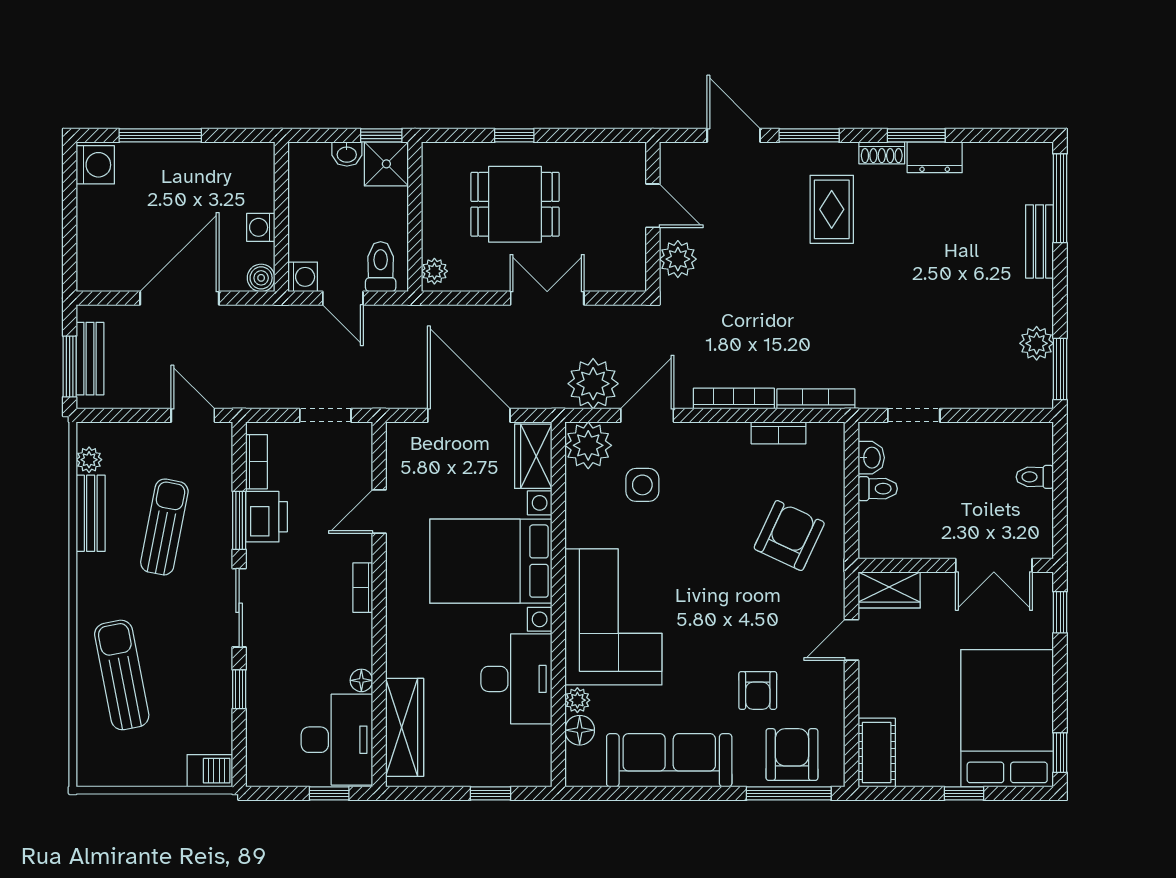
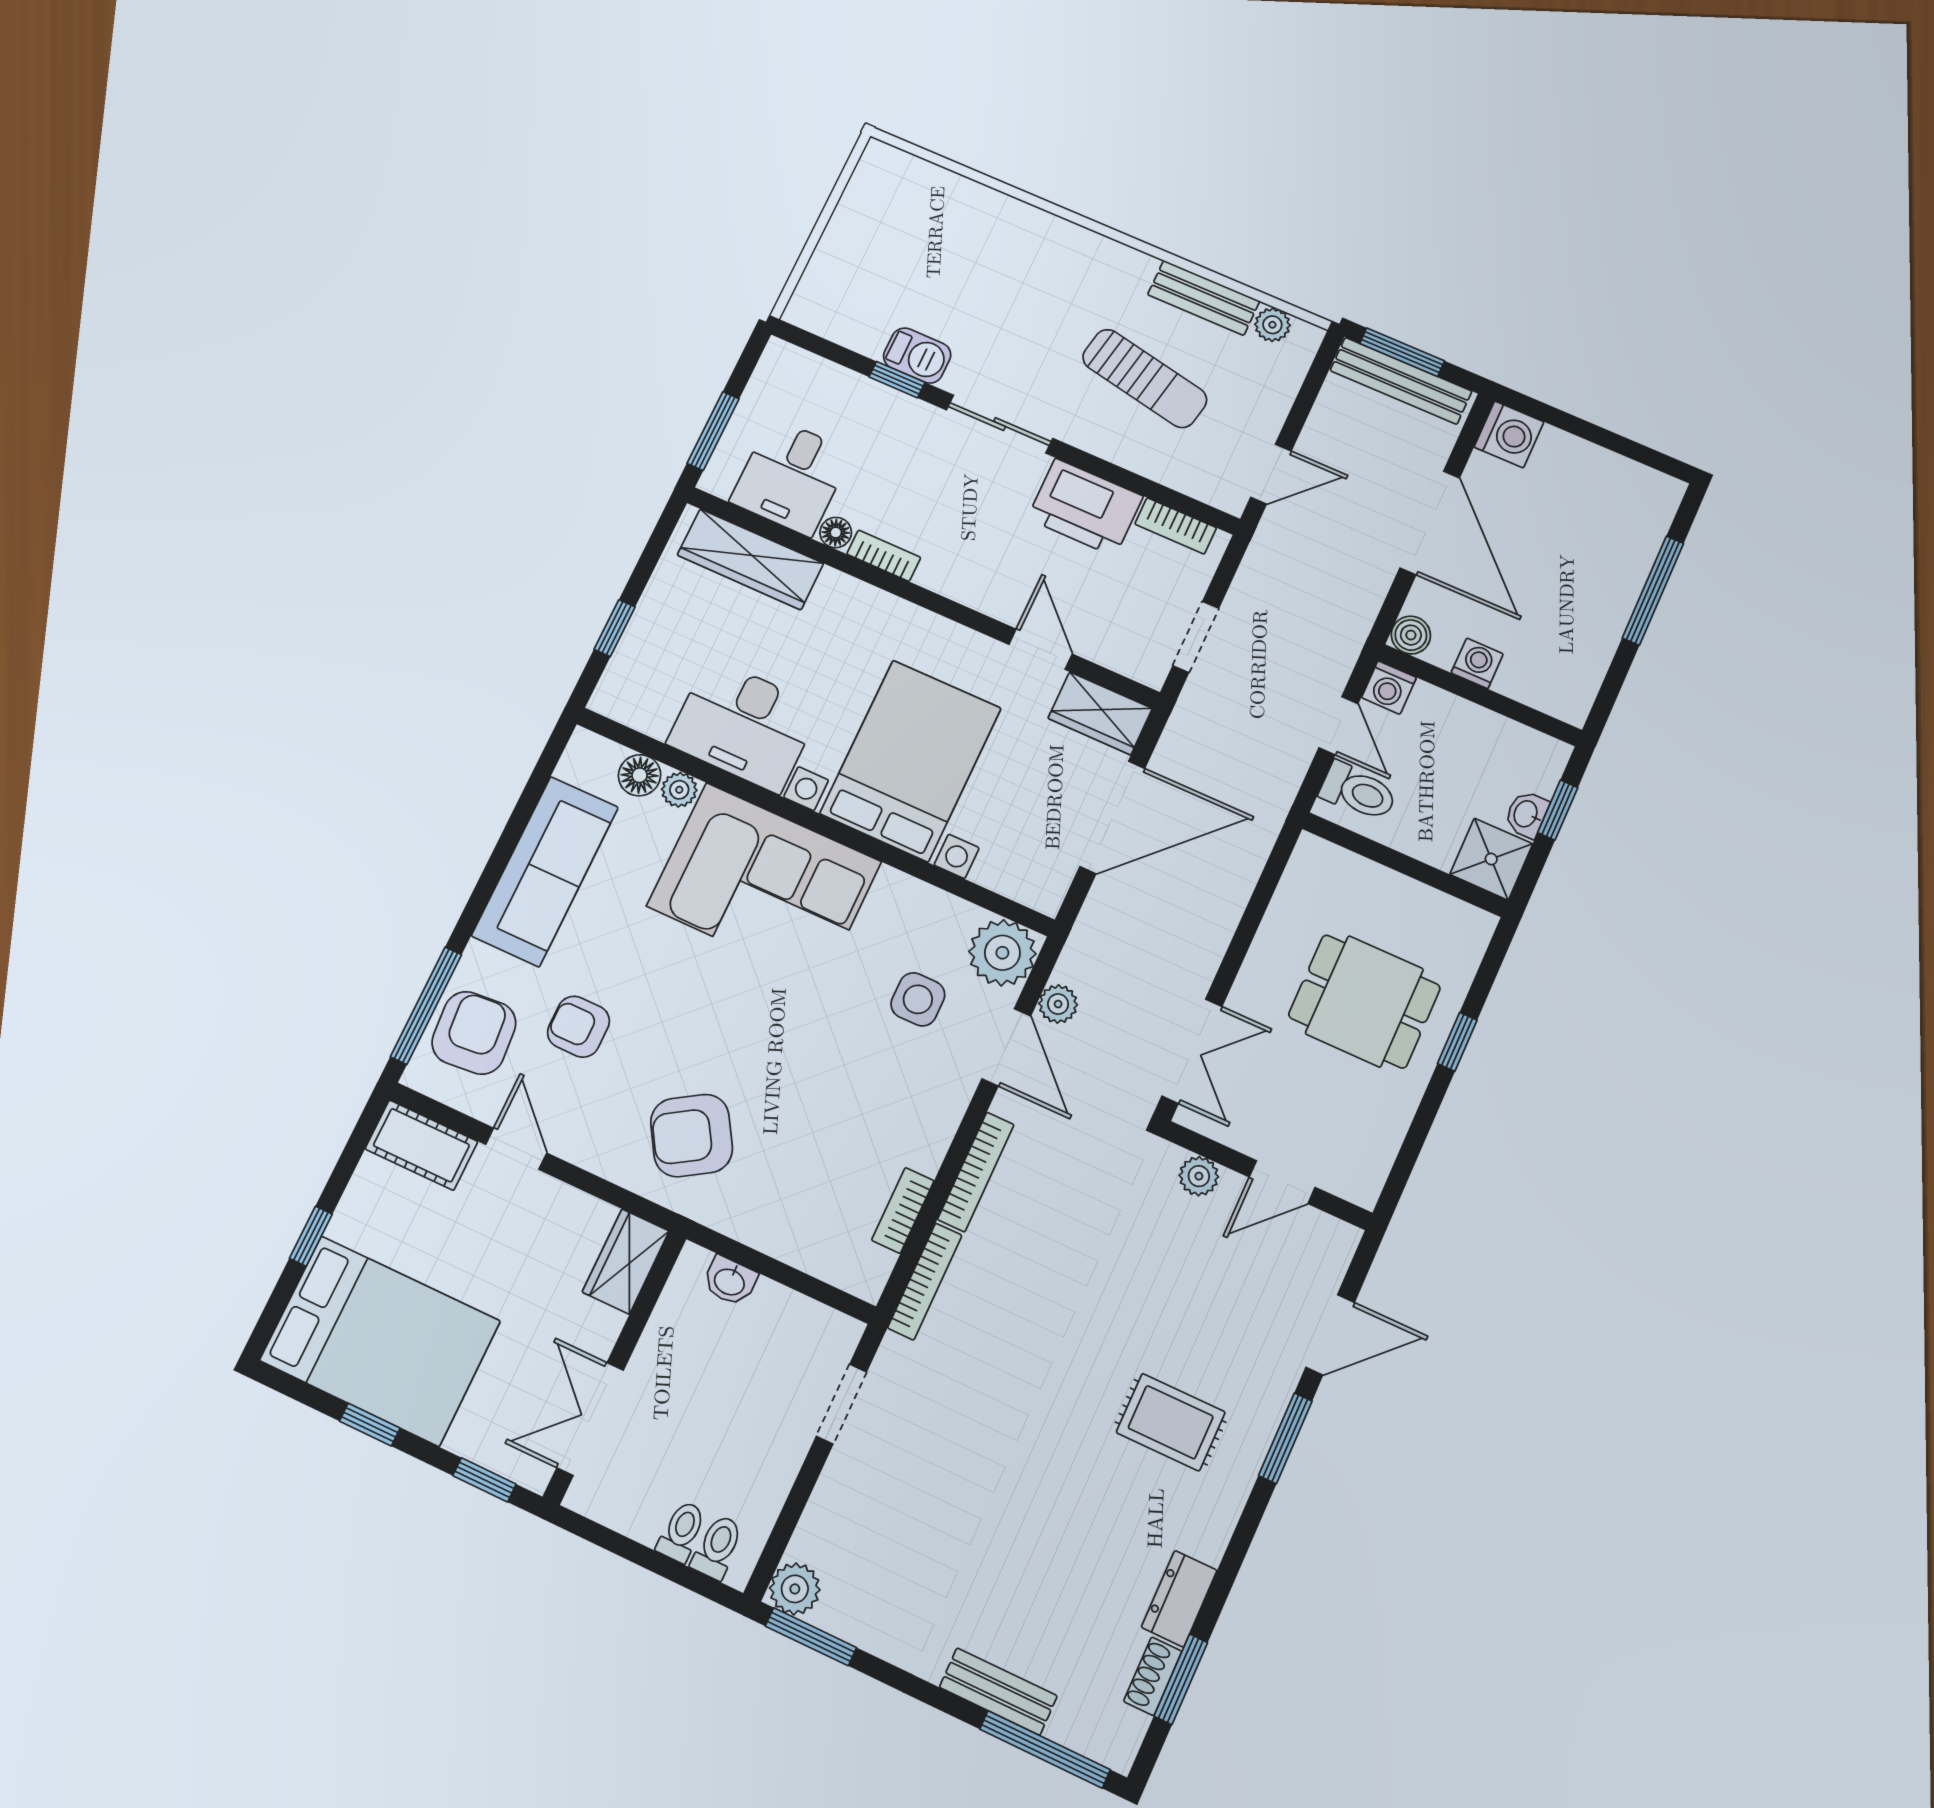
window: (381, 135) -> (1558, 810), moved
window: (916, 135) -> (1181, 1679), moved
shoe rack: (882, 153) -> (1153, 1676), moved
washing machine: (95, 165) -> (1509, 434), moved, turned -90
dining table: (515, 204) -> (1364, 1001), turned 90
plant: (678, 259) -> (1199, 1176), width x0.73, depth x0.73
plant: (434, 271) -> (1322, 858), removed
door: (343, 298) -> (1338, 726), swing flipped
double door: (547, 298) -> (1192, 1051), moved
plant: (1037, 343) -> (795, 1589), moved
bench: (90, 359) -> (1401, 381), width x1.36
plant: (593, 384) -> (1058, 1004), width x0.53, depth x0.53
wardrobe: (533, 456) -> (1100, 713), moved, turned 180
washbasin: (871, 458) -> (730, 1281), moved
toilet: (878, 489) -> (717, 1547), moved, turned 180
printer: (266, 517) -> (1085, 507), width x1.37, depth x1.19
window: (239, 520) -> (1110, 472), removed
armchair: (789, 536) -> (692, 1136), moved, turned 123
bookcase: (363, 588) -> (884, 556), moved
door: (852, 640) -> (516, 1149), moved
sun lounger: (122, 675) -> (983, 248), removed
desk: (337, 740) -> (791, 477), width x0.73
window: (1060, 753) -> (370, 1425), moved
armchair: (792, 755) -> (474, 1033), turned -95
barbecue: (210, 771) -> (917, 356), moved, turned -90
window: (329, 793) -> (713, 431), width x1.50

